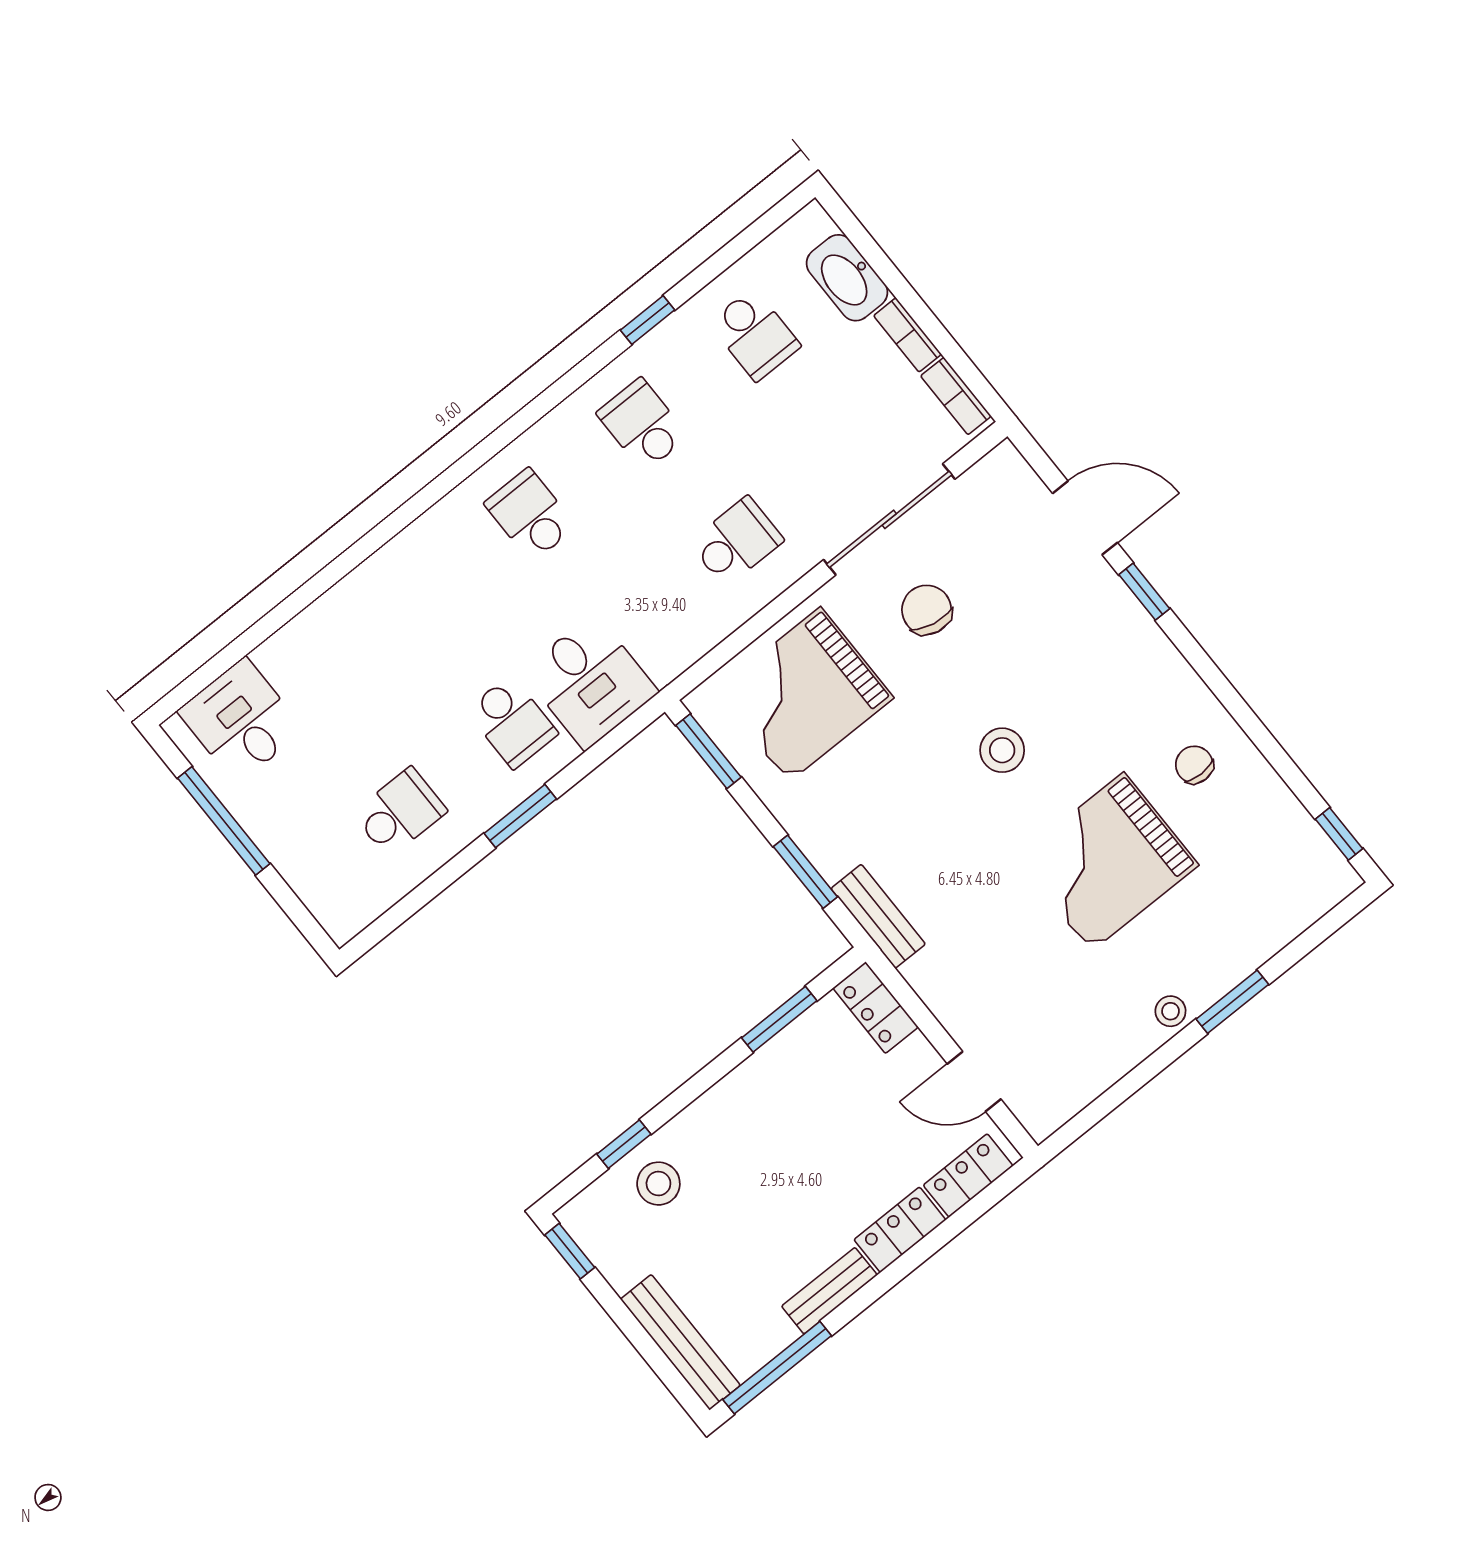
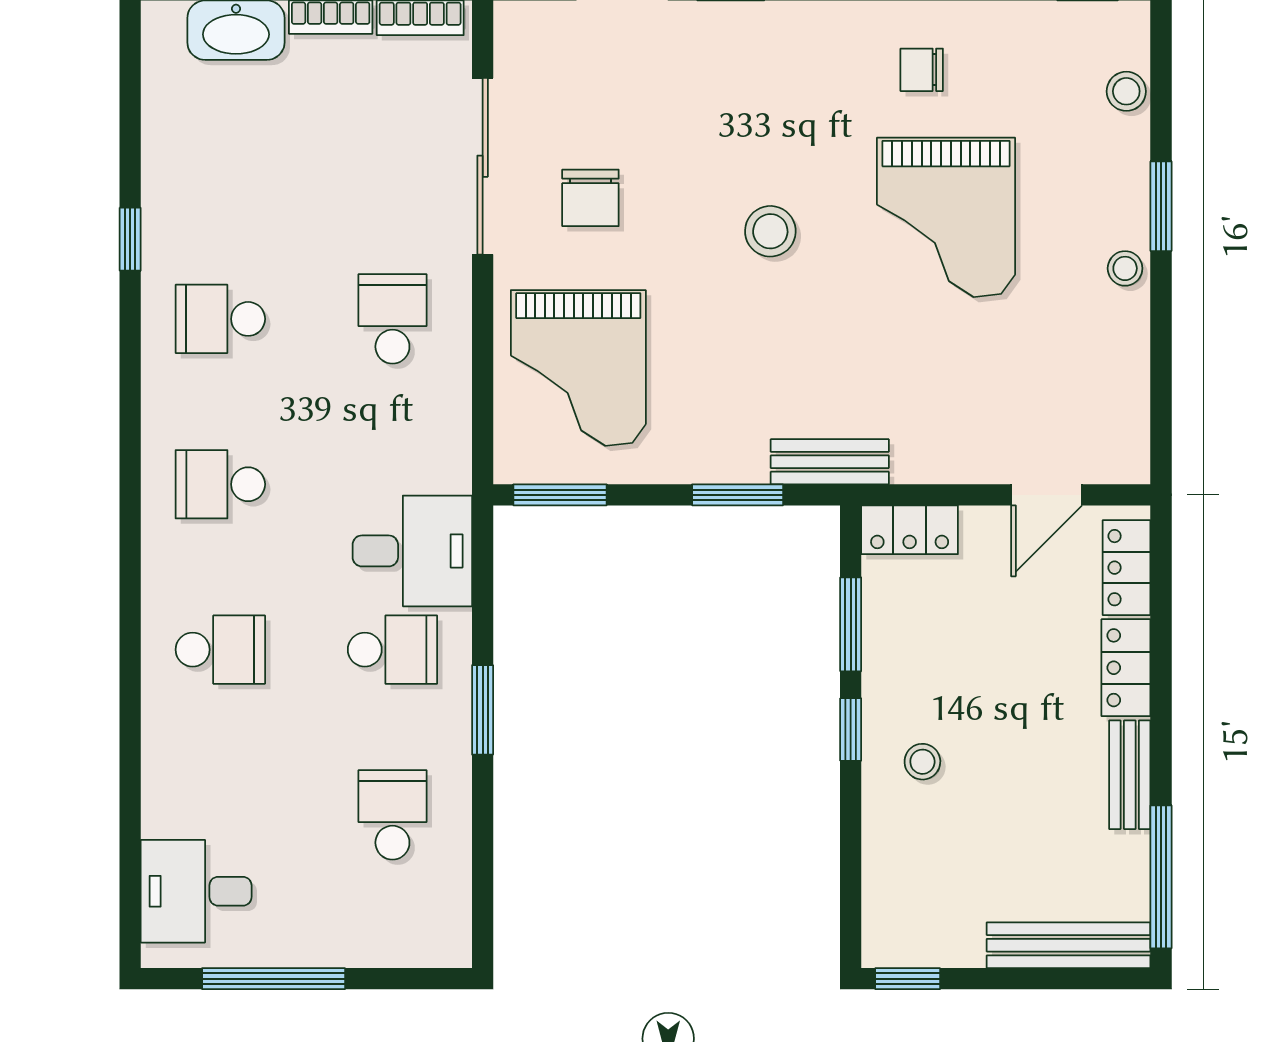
school desk: (755, 334) -> (220, 650), moved
chair: (927, 610) -> (590, 198), turned -101
stool: (1291, 915) -> (1126, 91), added
window: (624, 1144) -> (851, 730), moved
stool: (658, 1184) -> (922, 762), moved, width x0.73, depth x0.73

